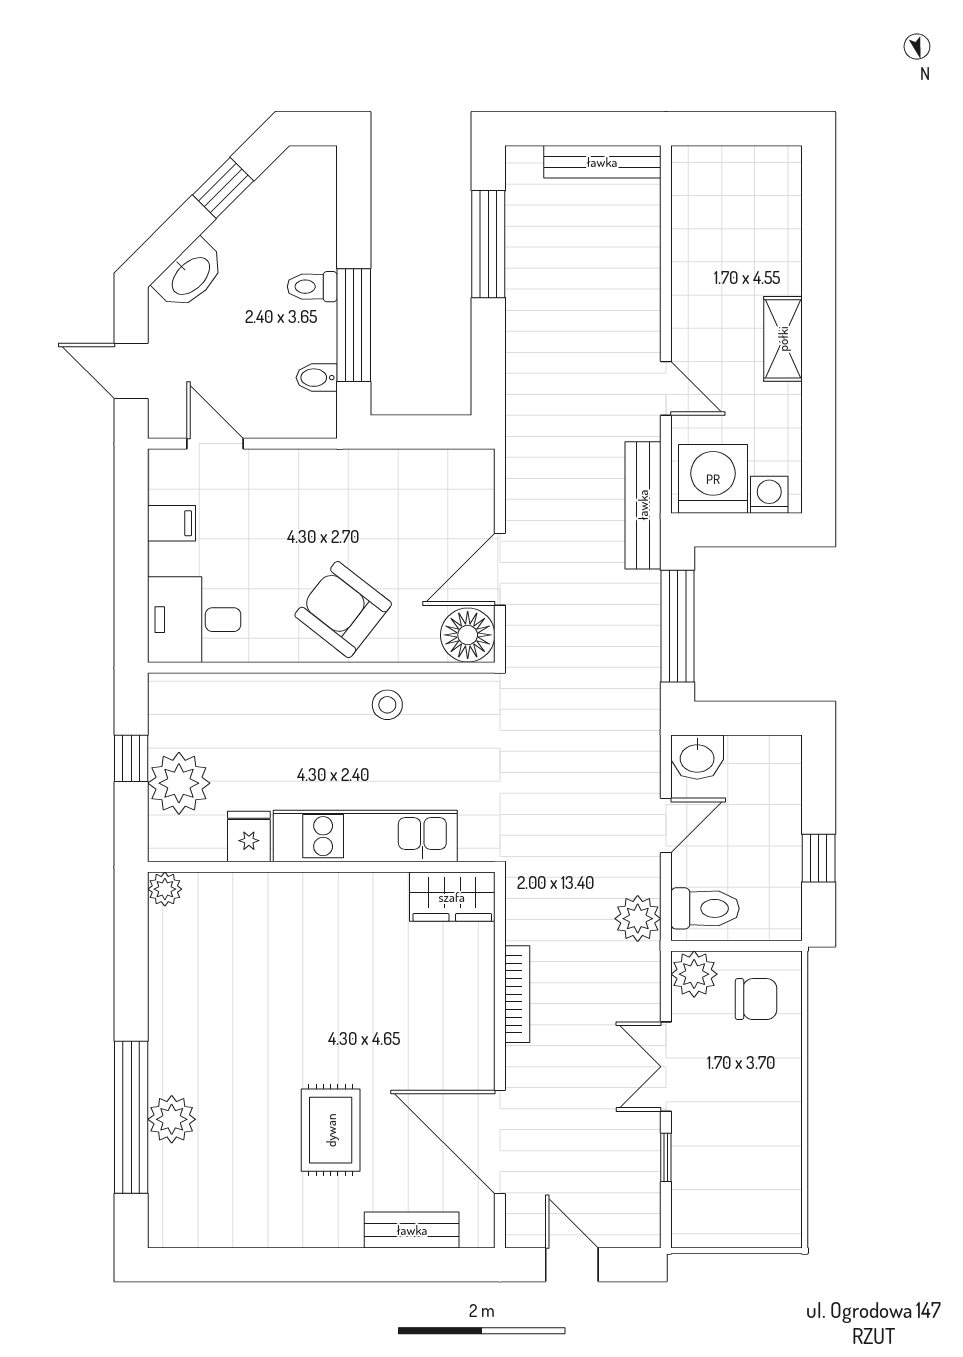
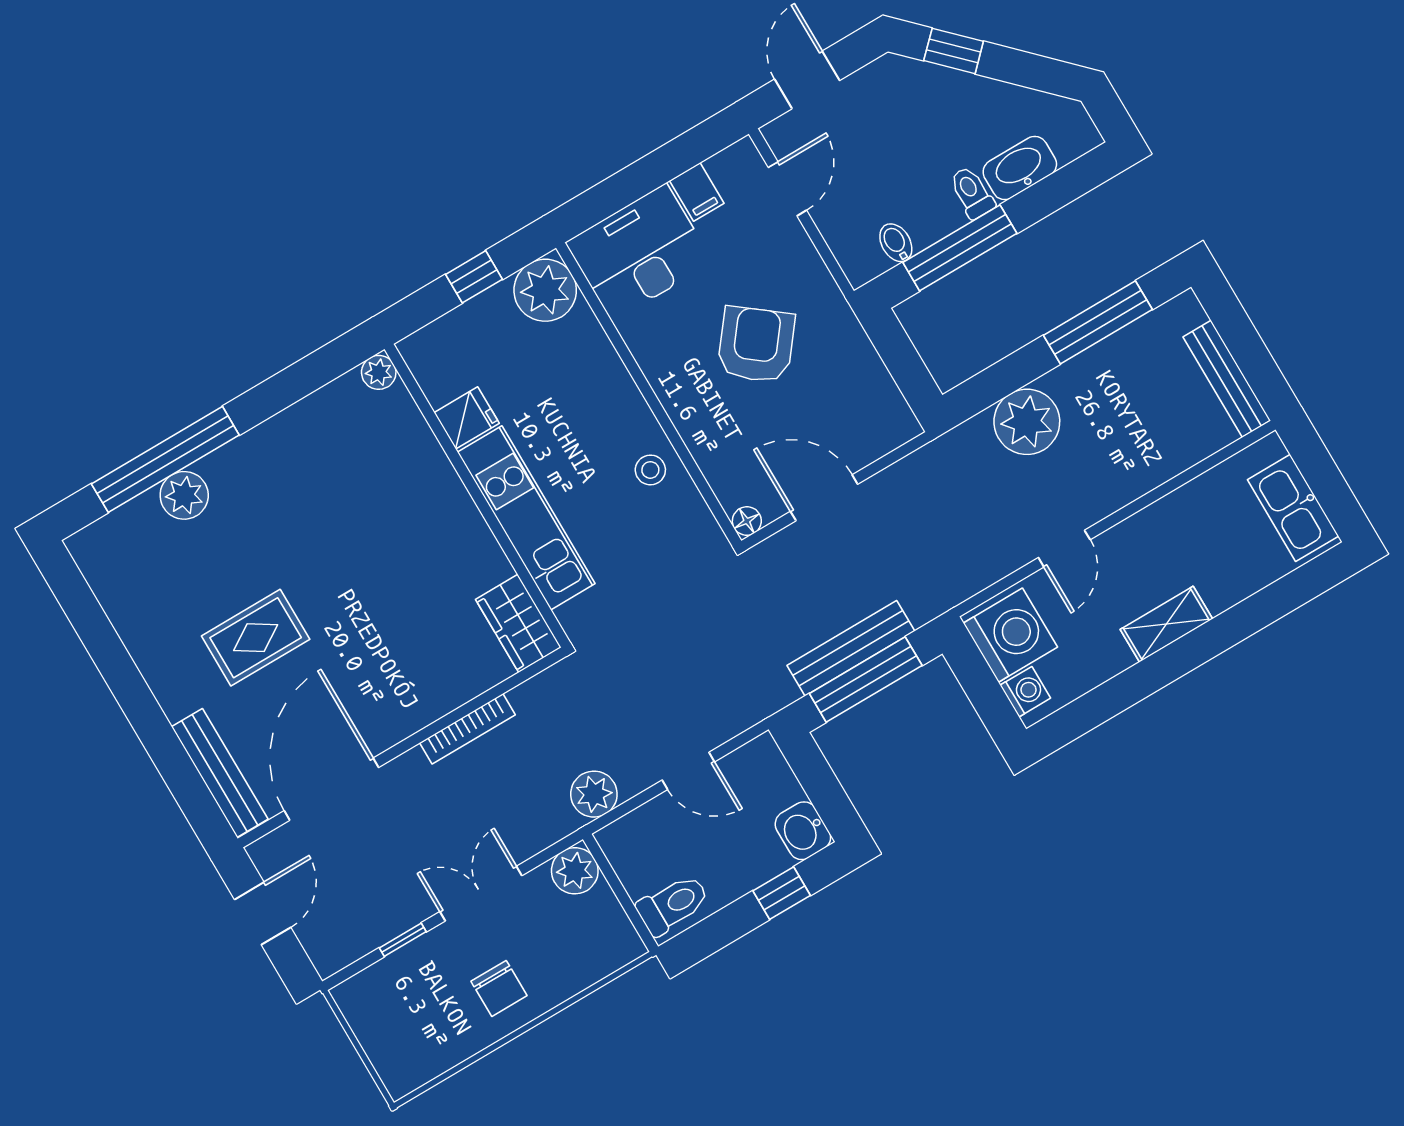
kitchen sink: (747, 171) -> (1293, 508), added
window: (223, 188) -> (954, 51), moved
washbasin: (190, 275) -> (1020, 168), moved, turned 135
plant: (538, 356) -> (1027, 422), added
bench: (643, 505) -> (851, 648), moved
armchair: (343, 610) -> (756, 345), moved
desk: (194, 620) -> (639, 252), width x1.37
floor lamp: (468, 635) -> (747, 521), width x0.53, depth x0.53
washbasin: (697, 757) -> (803, 831), moved
plant: (179, 783) -> (545, 290), moved
window: (819, 858) -> (782, 893), moved
toilet: (705, 908) -> (673, 904), moved, turned -90
chair: (756, 999) -> (499, 988), moved
bench: (412, 1230) -> (220, 773), width x1.36

